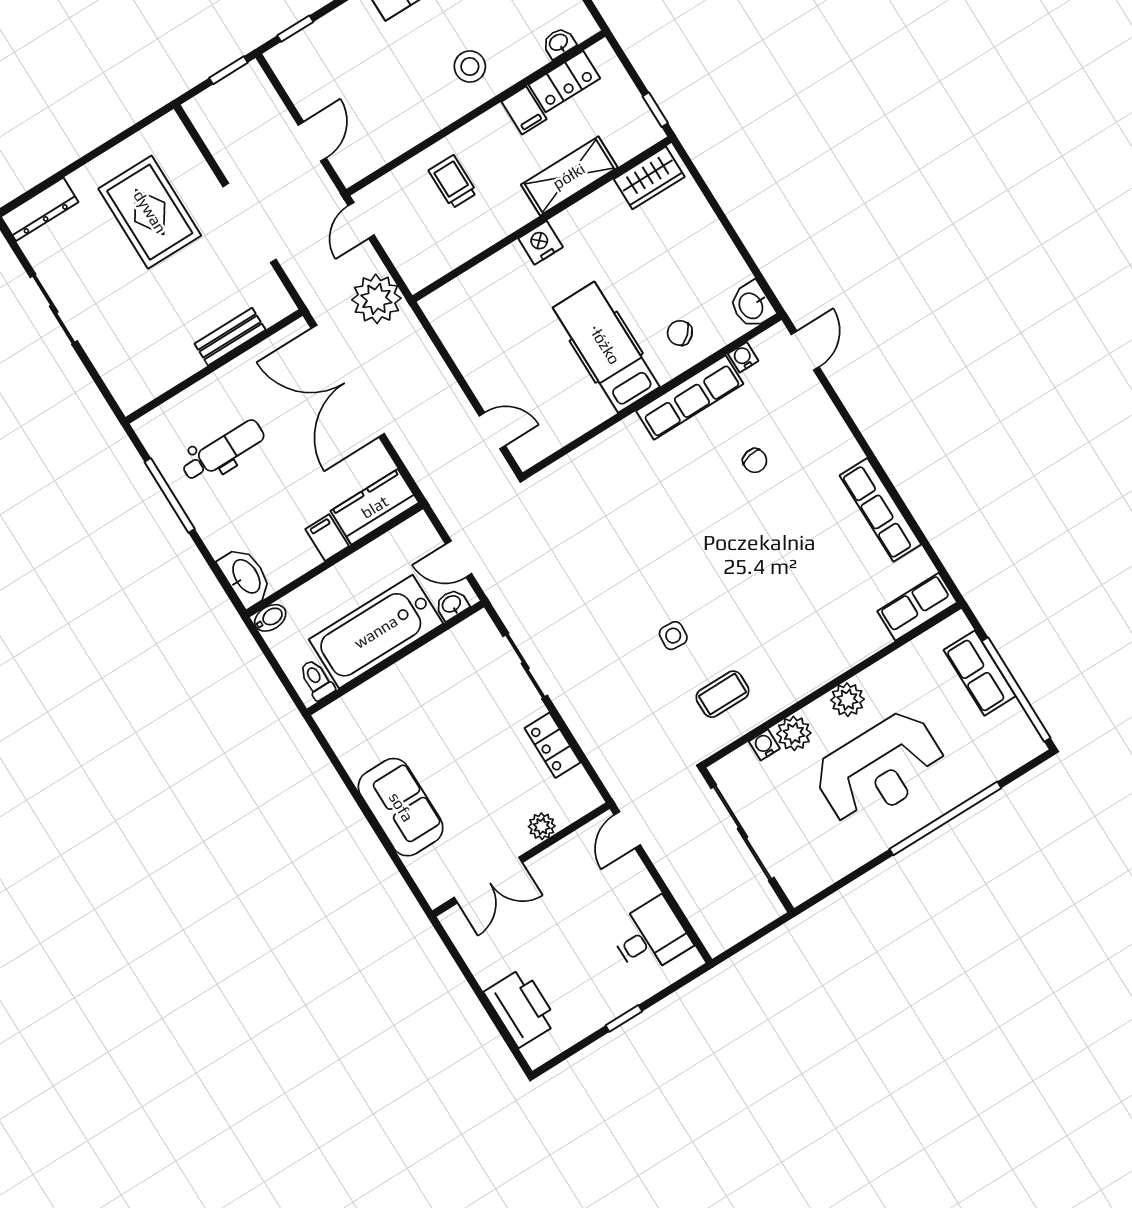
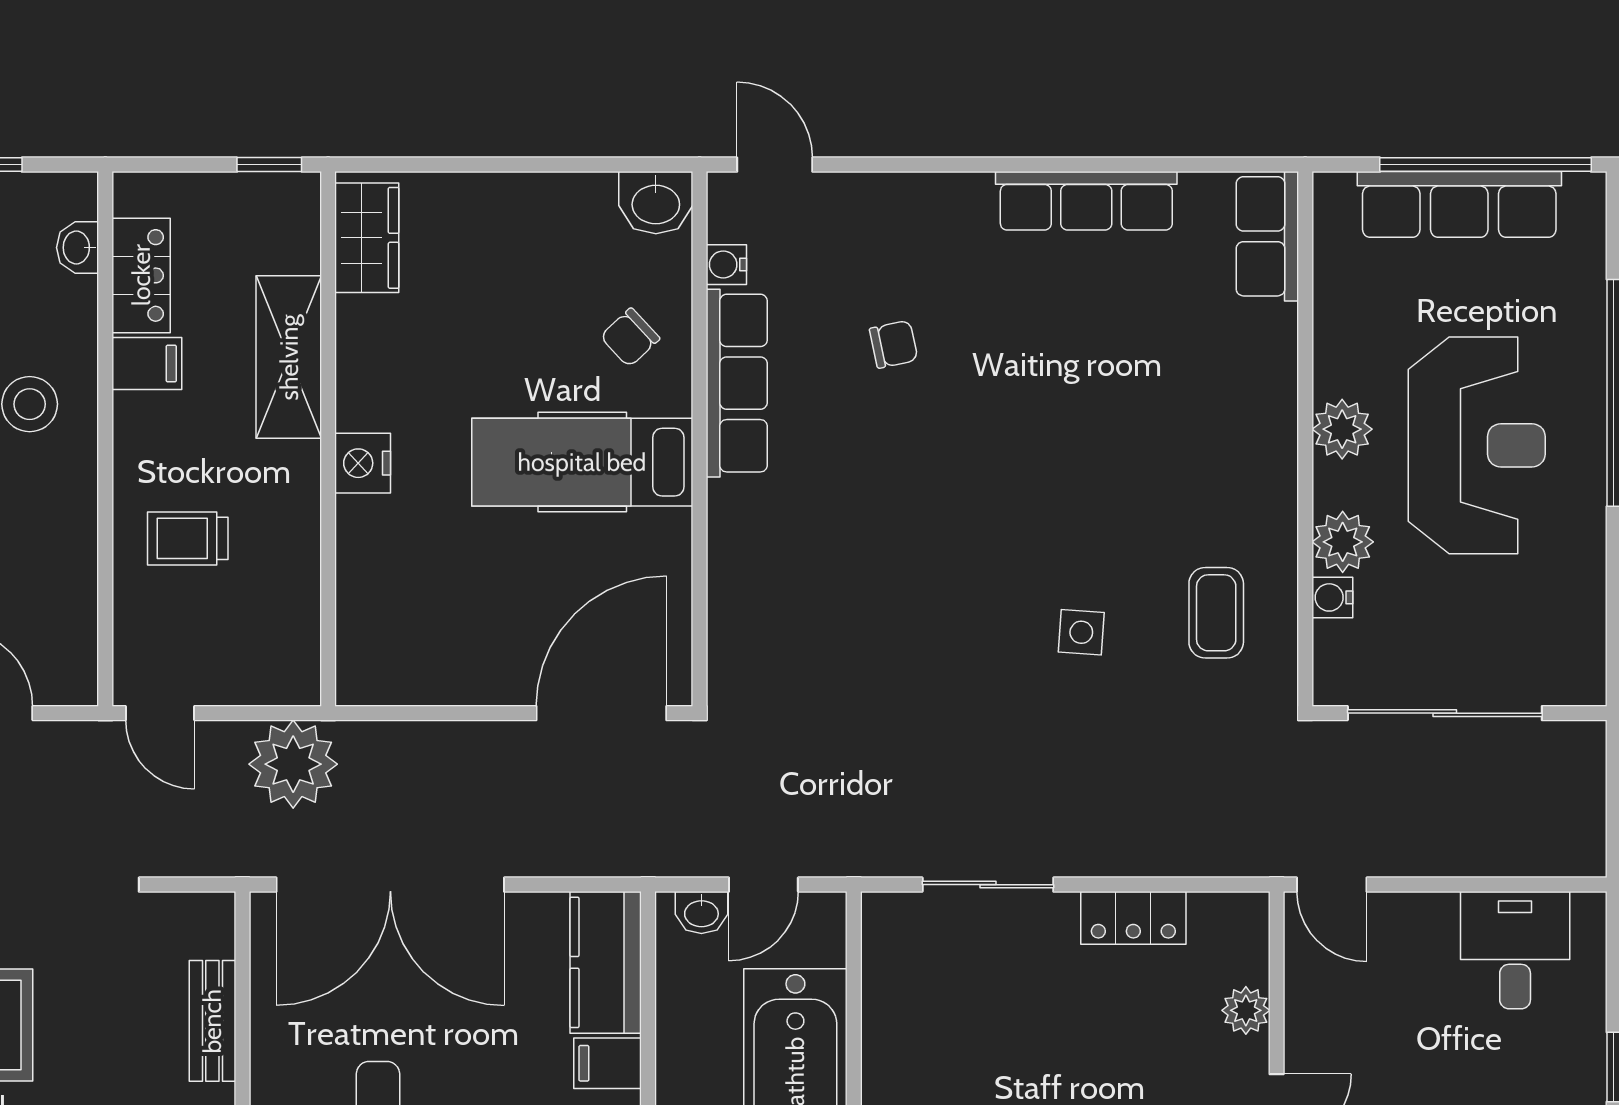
door: (492, 431) -> (601, 713), width x1.87
washbasin: (452, 604) -> (701, 913), moved, turned -90
row of seats: (980, 673) -> (1459, 204), width x1.48

